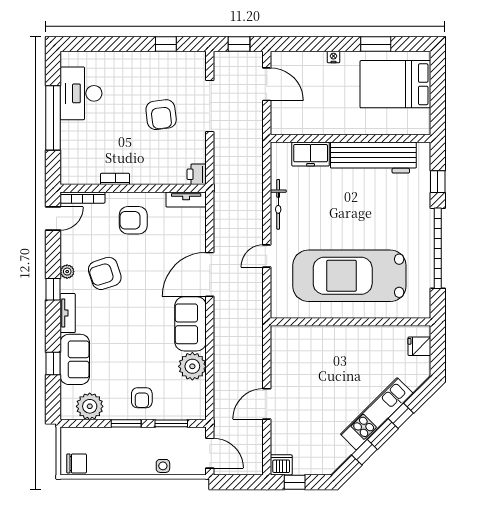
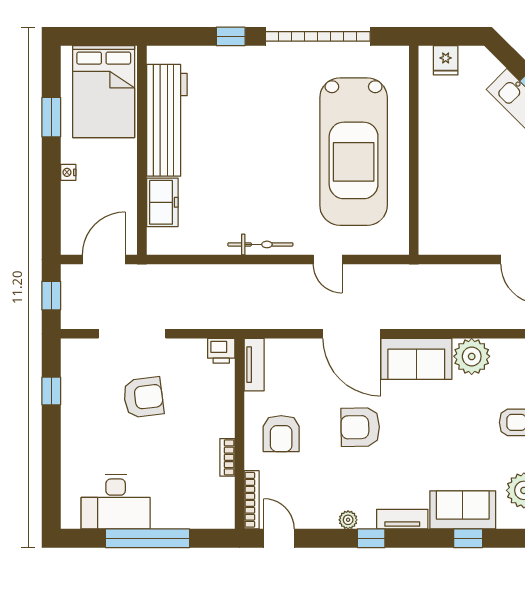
wall: (350, 138) -> (142, 150), moved
freezer: (311, 154) -> (162, 202), moved
workbench: (373, 158) -> (167, 120), moved
armchair: (105, 273) -> (360, 427), moved, turned 107

